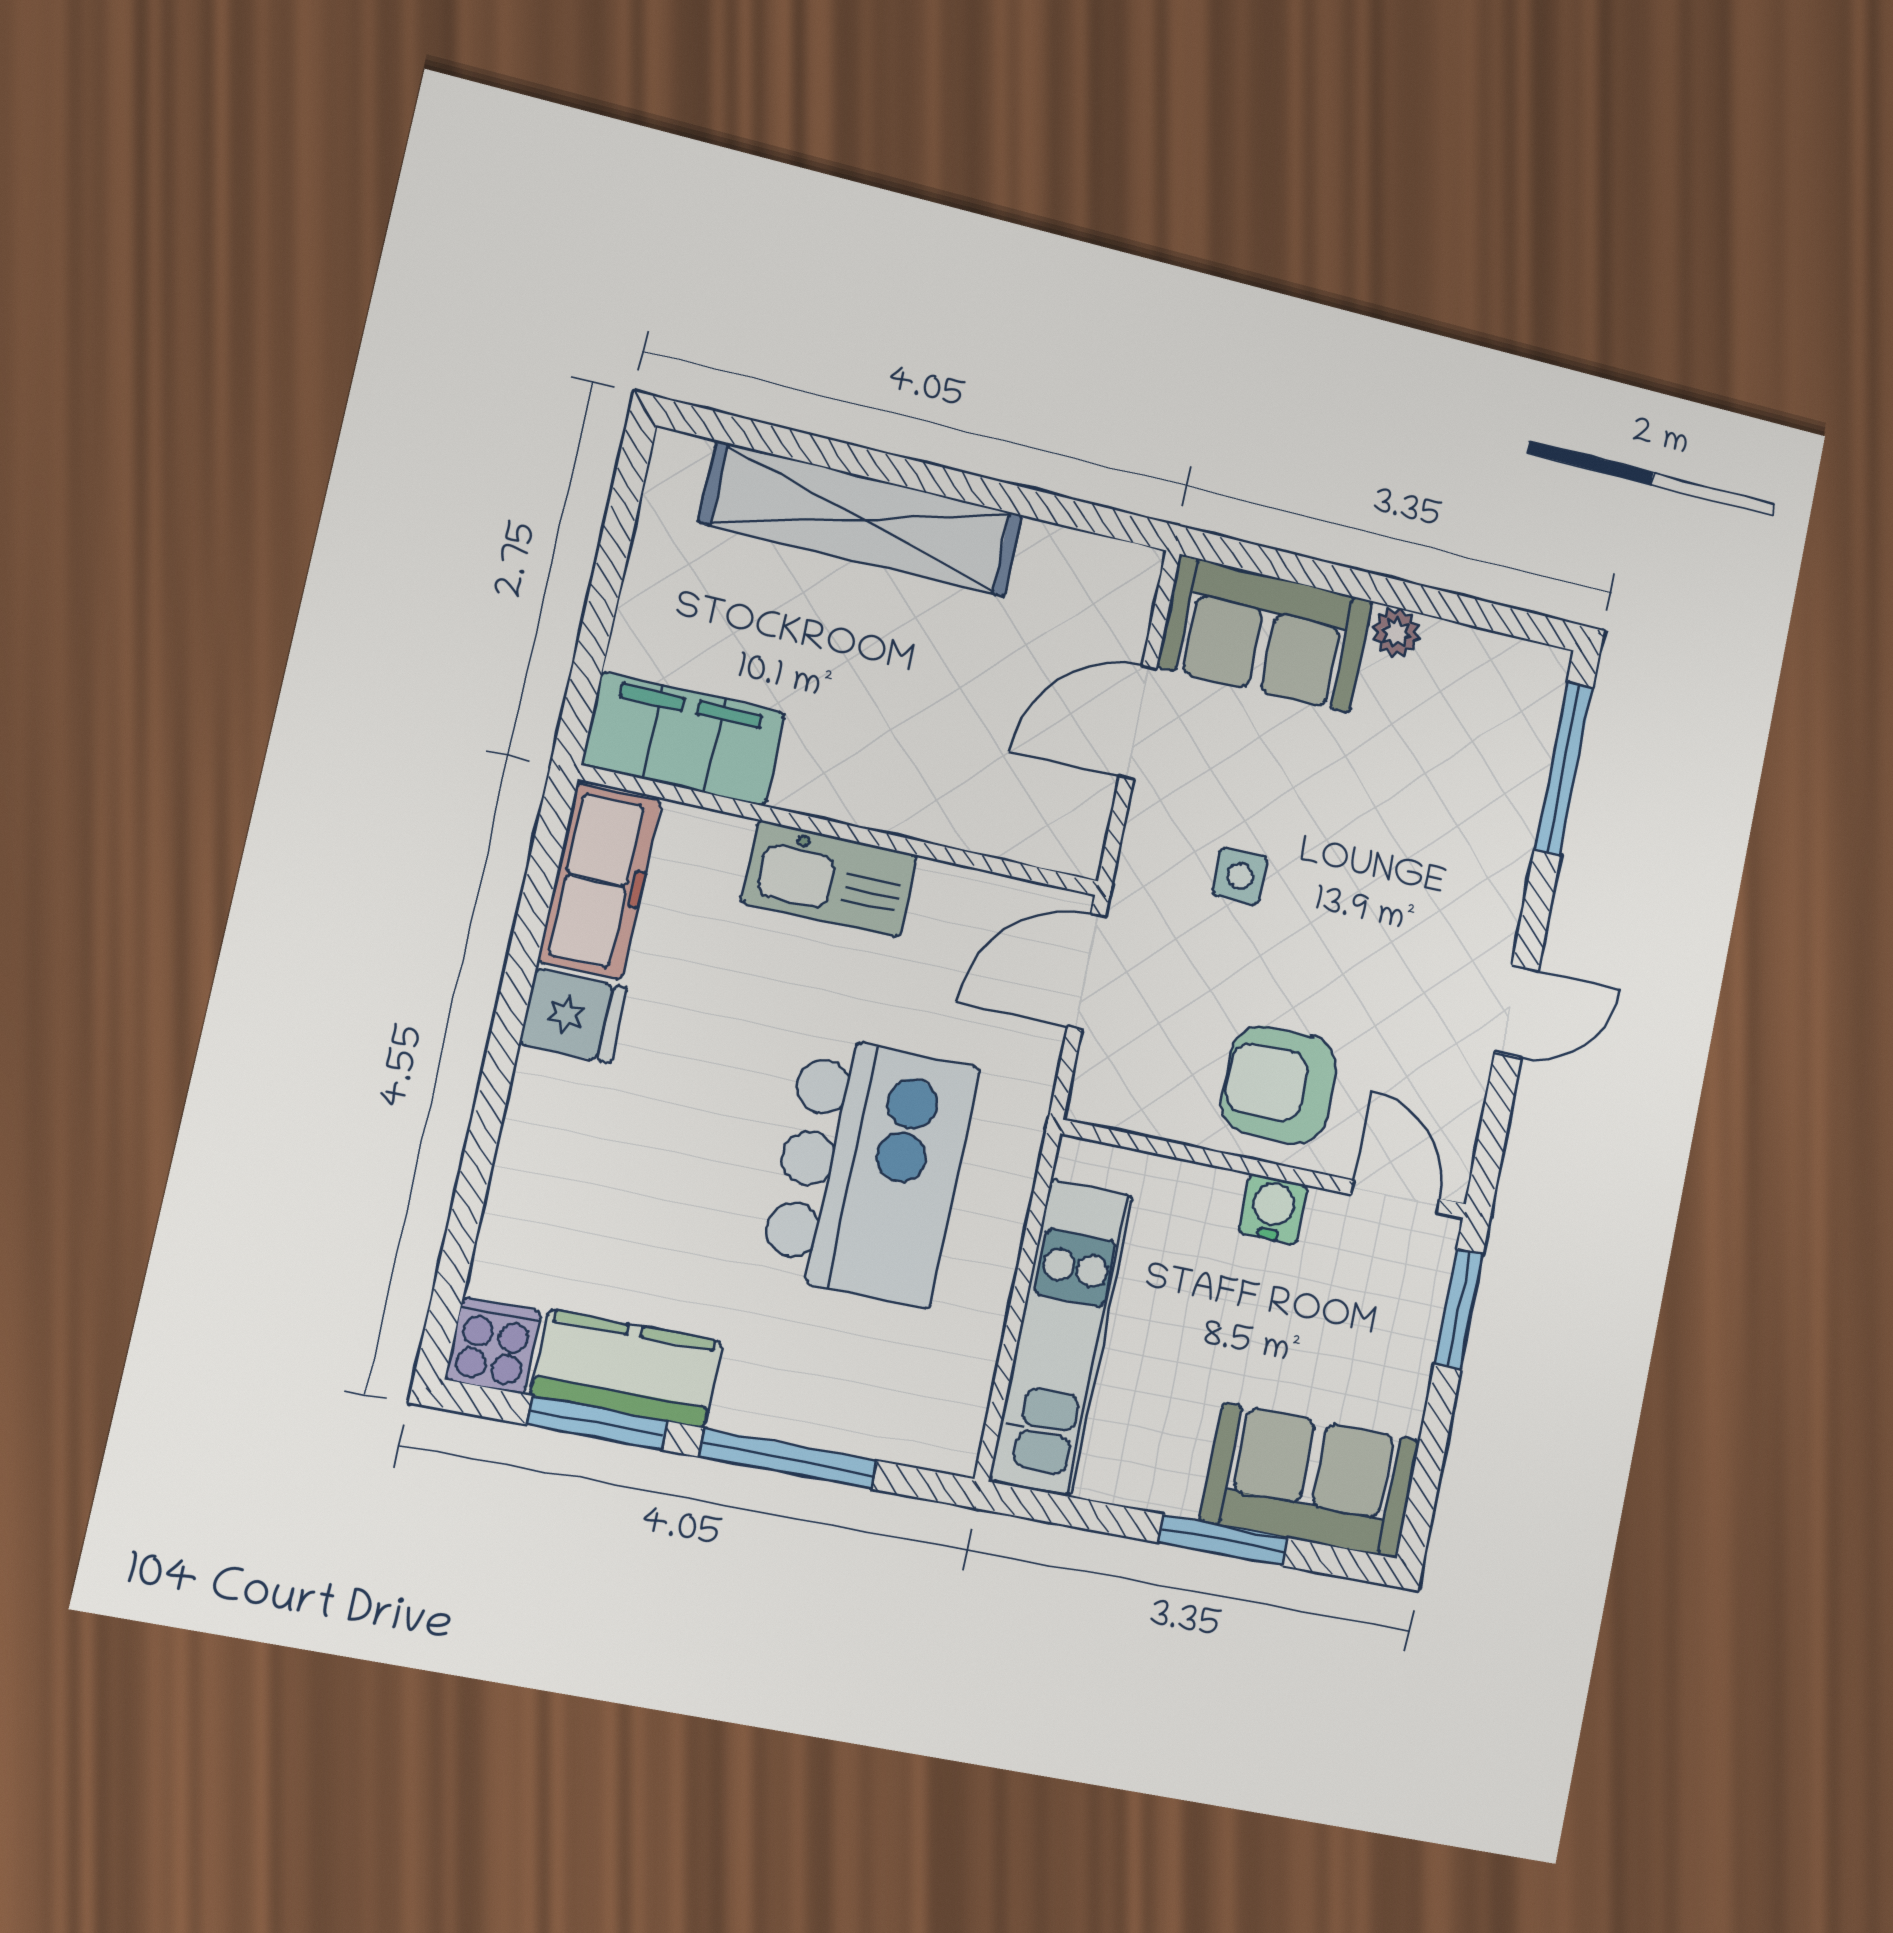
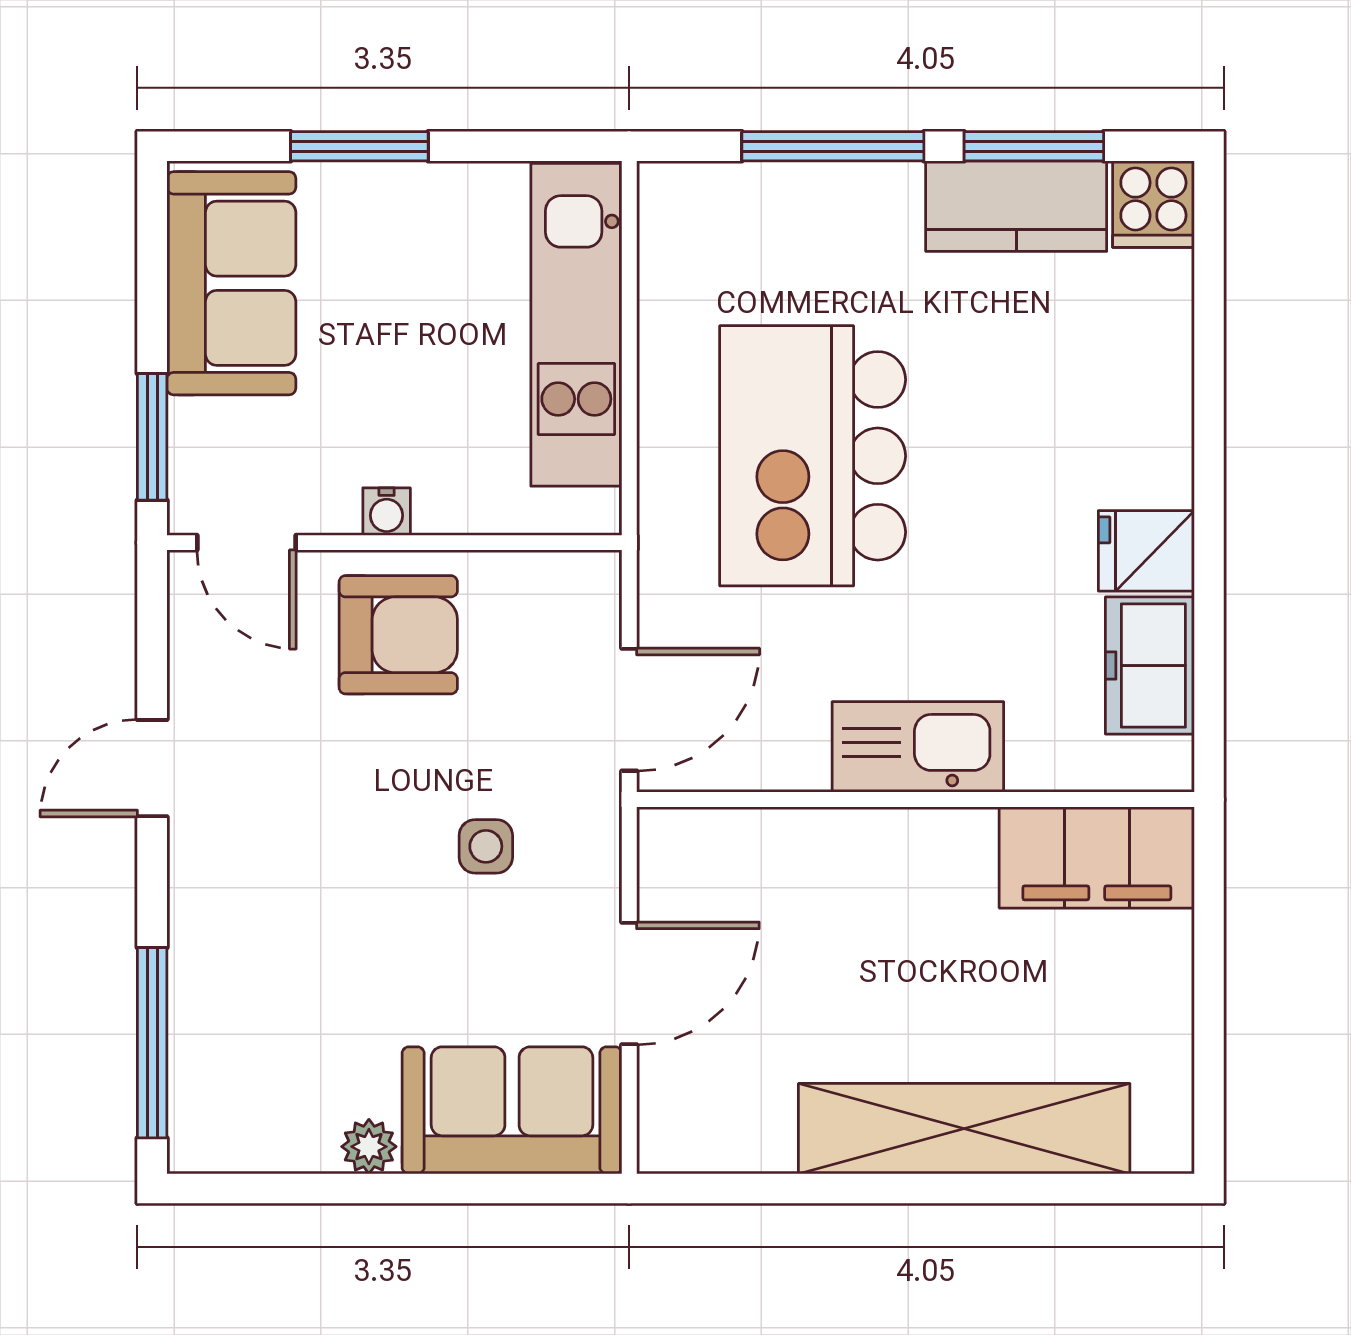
freezer: (600, 881) -> (1150, 666), width x0.71
water cooler: (1273, 1209) -> (387, 512), width x0.72, depth x0.72
sofa: (1310, 1481) -> (231, 283), moved, turned -90

